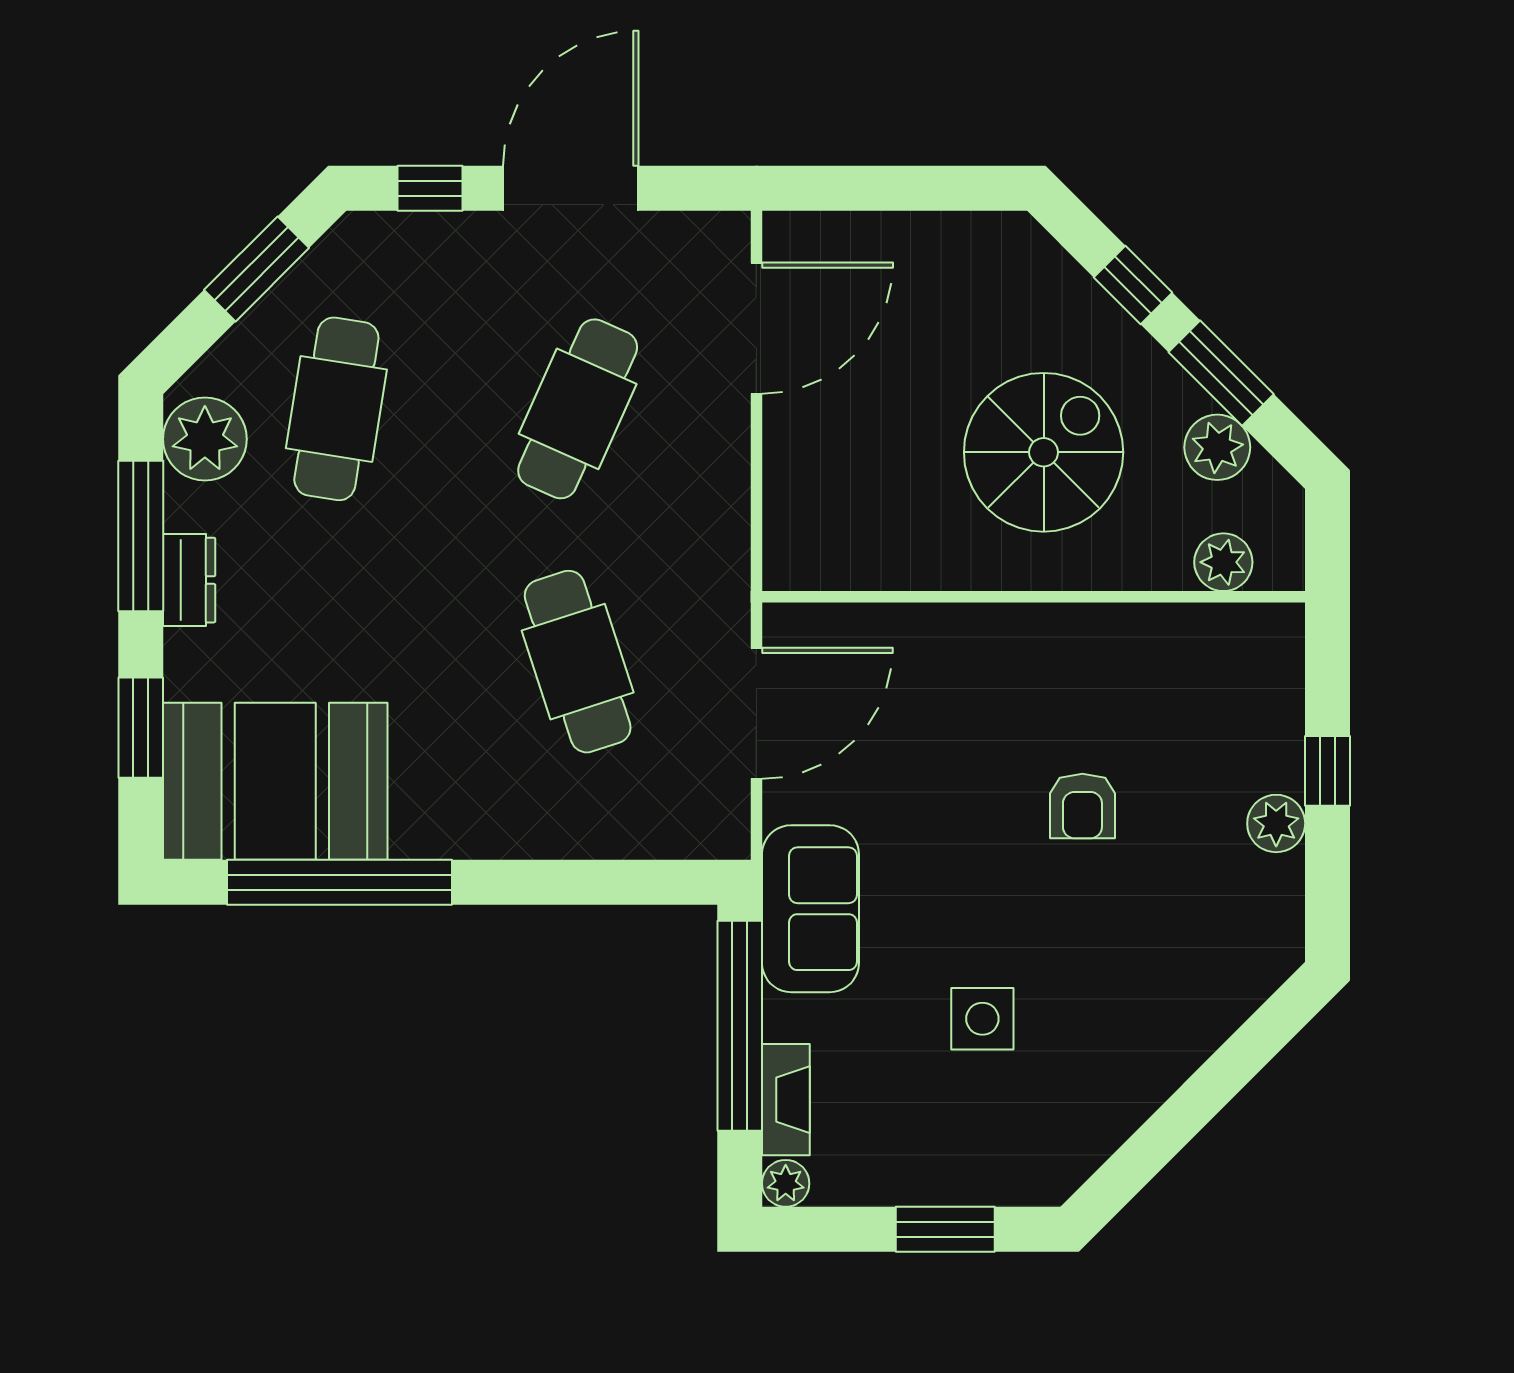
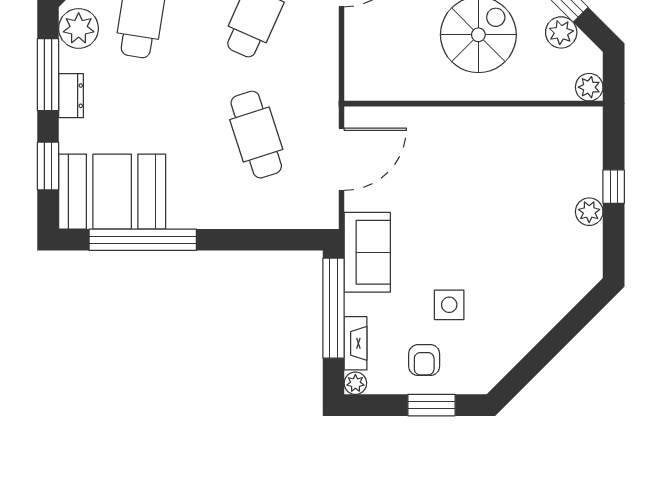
plant: (1223, 562) -> (589, 87), moved
armchair: (1082, 806) -> (424, 360), moved

